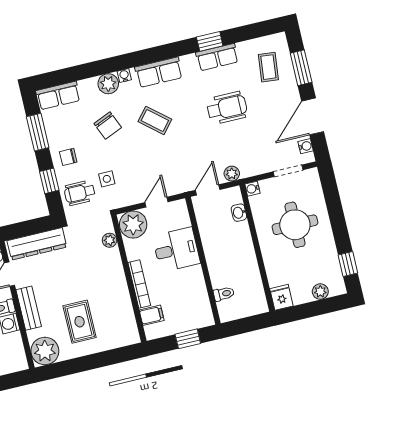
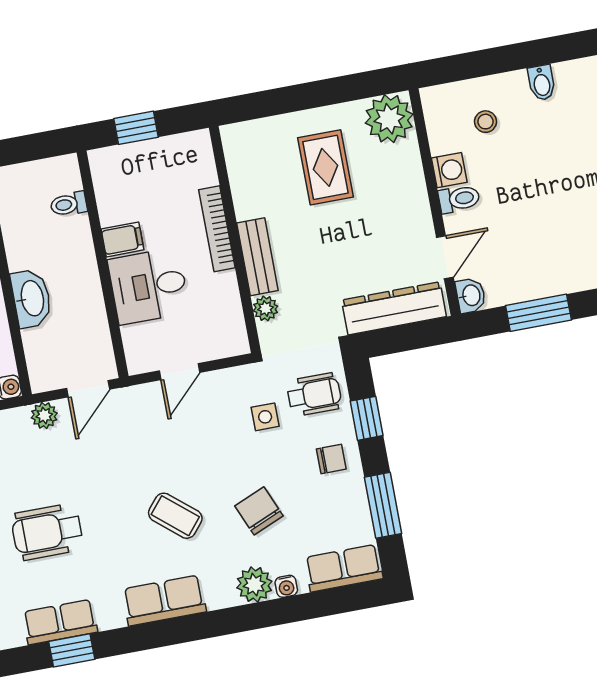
water cooler: (124, 75) -> (286, 586), moved
washbasin: (239, 213) -> (31, 298), moved, width x1.91, depth x1.45
plant: (133, 225) -> (223, 334), removed
bench: (29, 308) -> (257, 257), moved
filing cabinet: (152, 315) -> (122, 239), moved, turned 180

